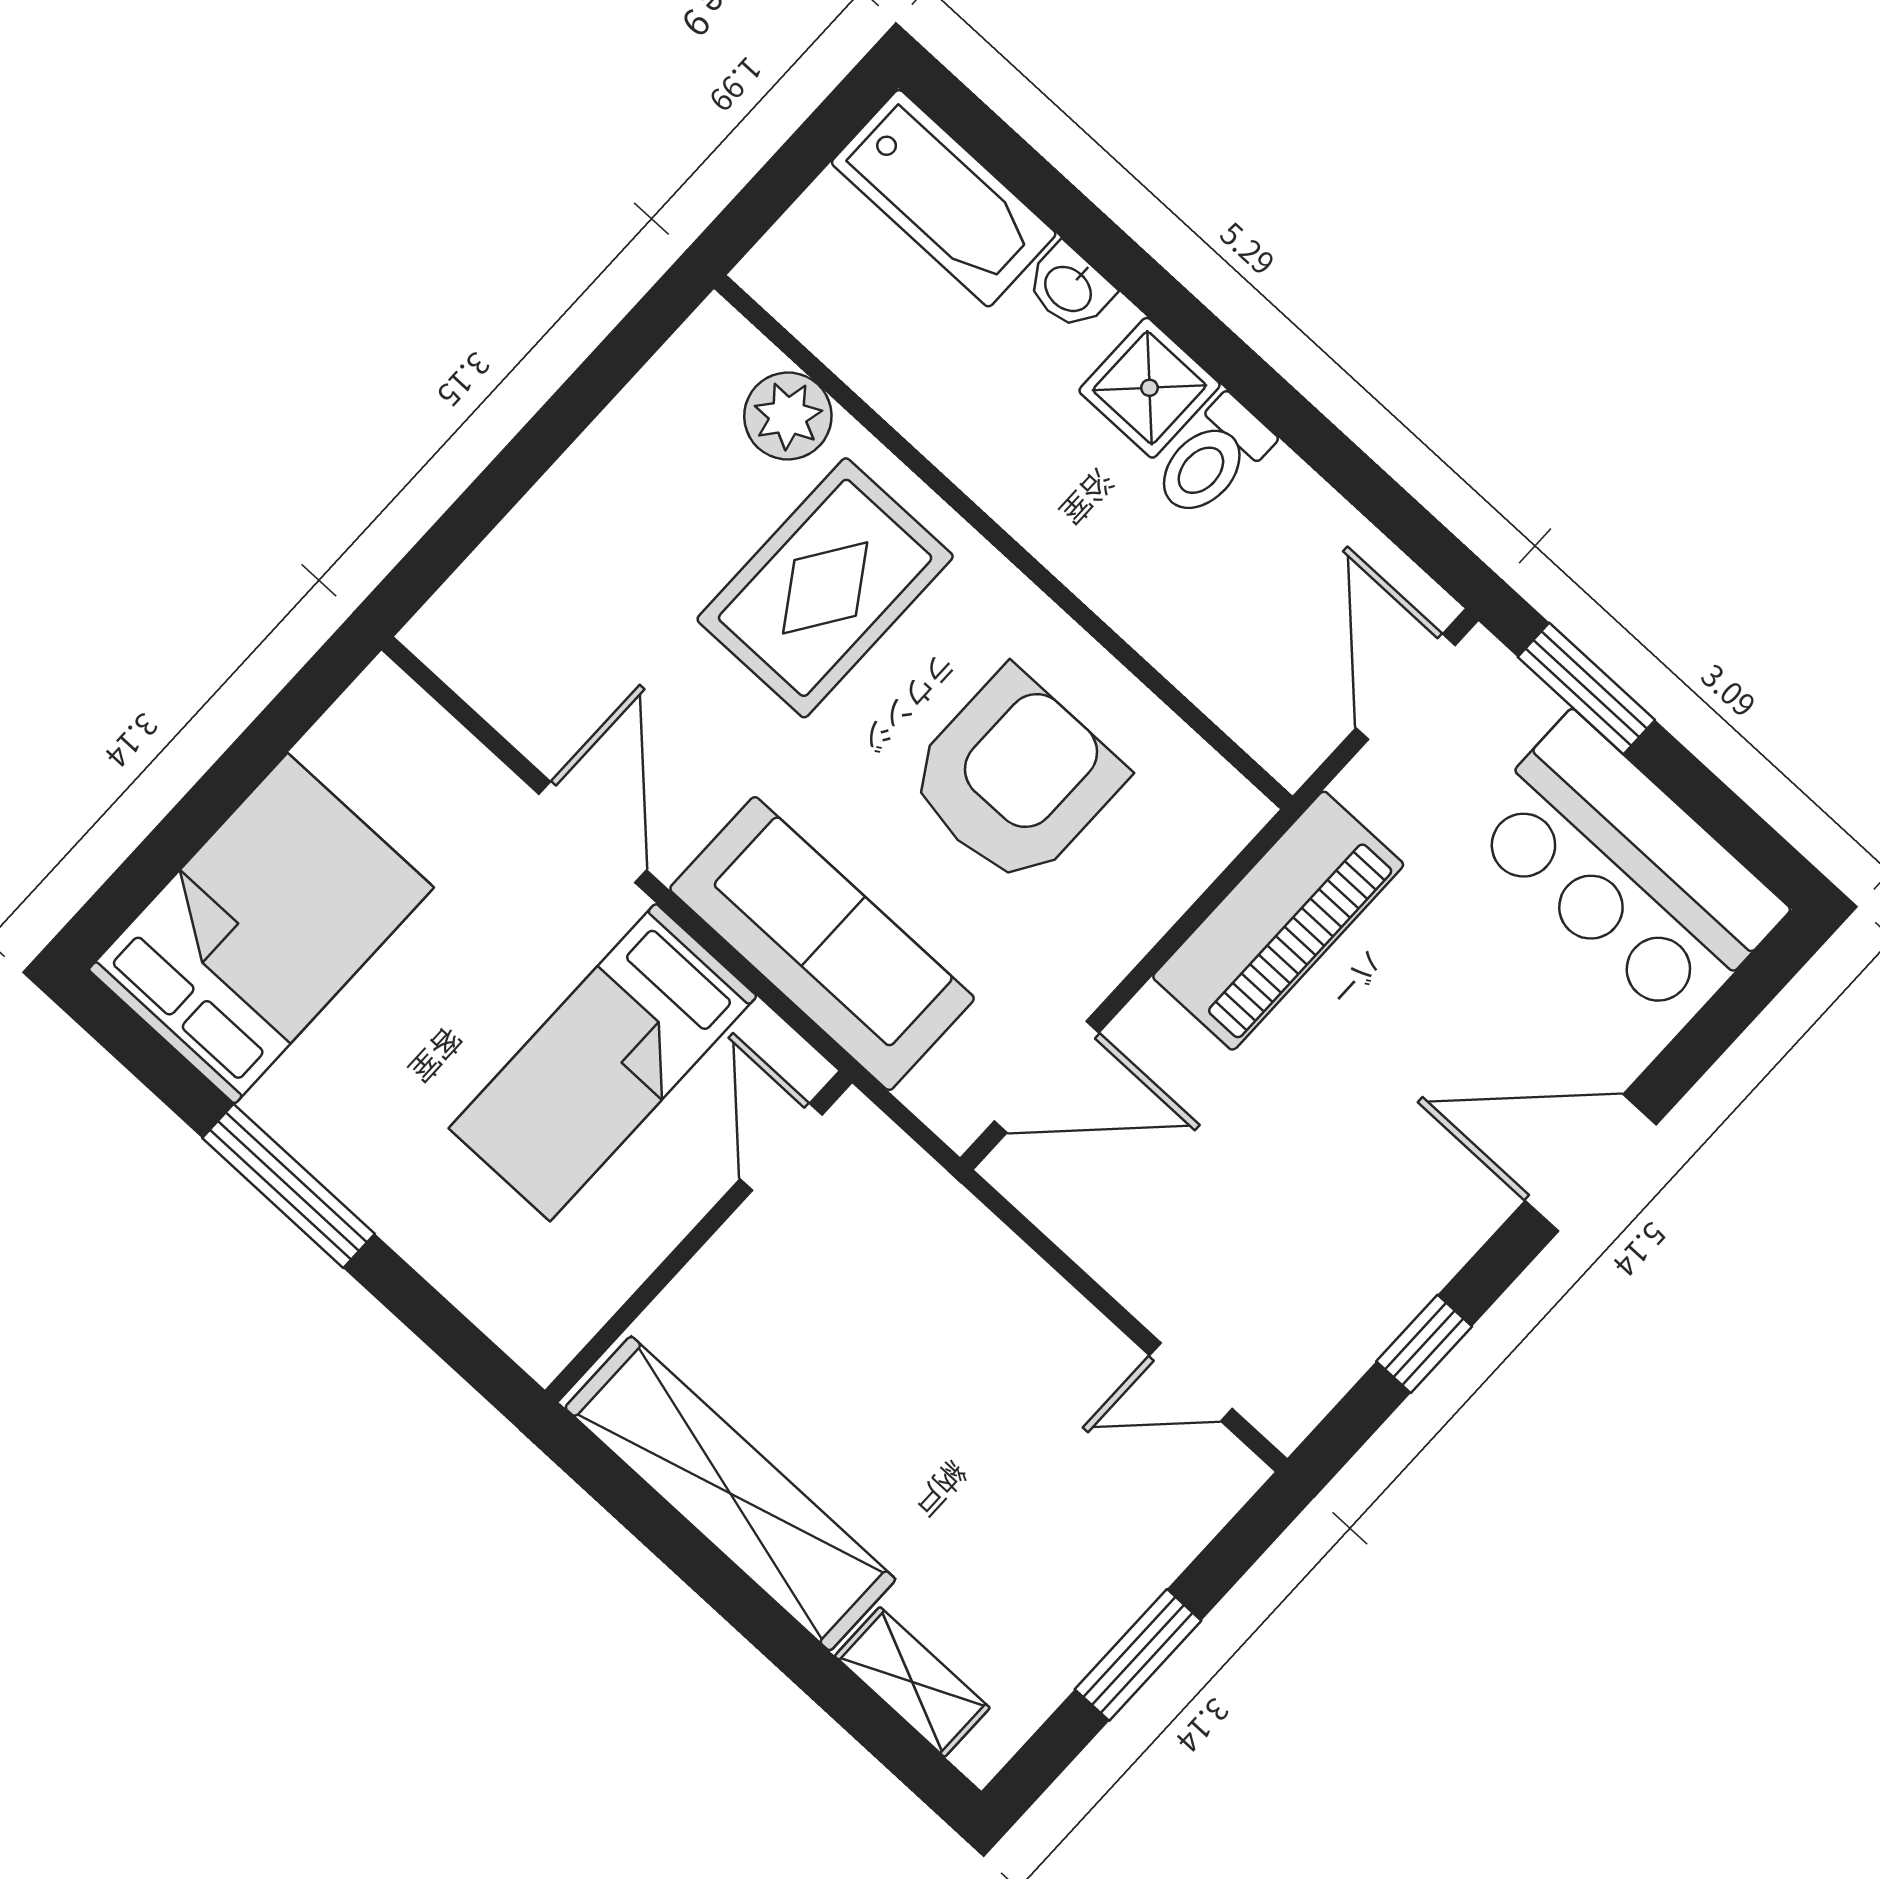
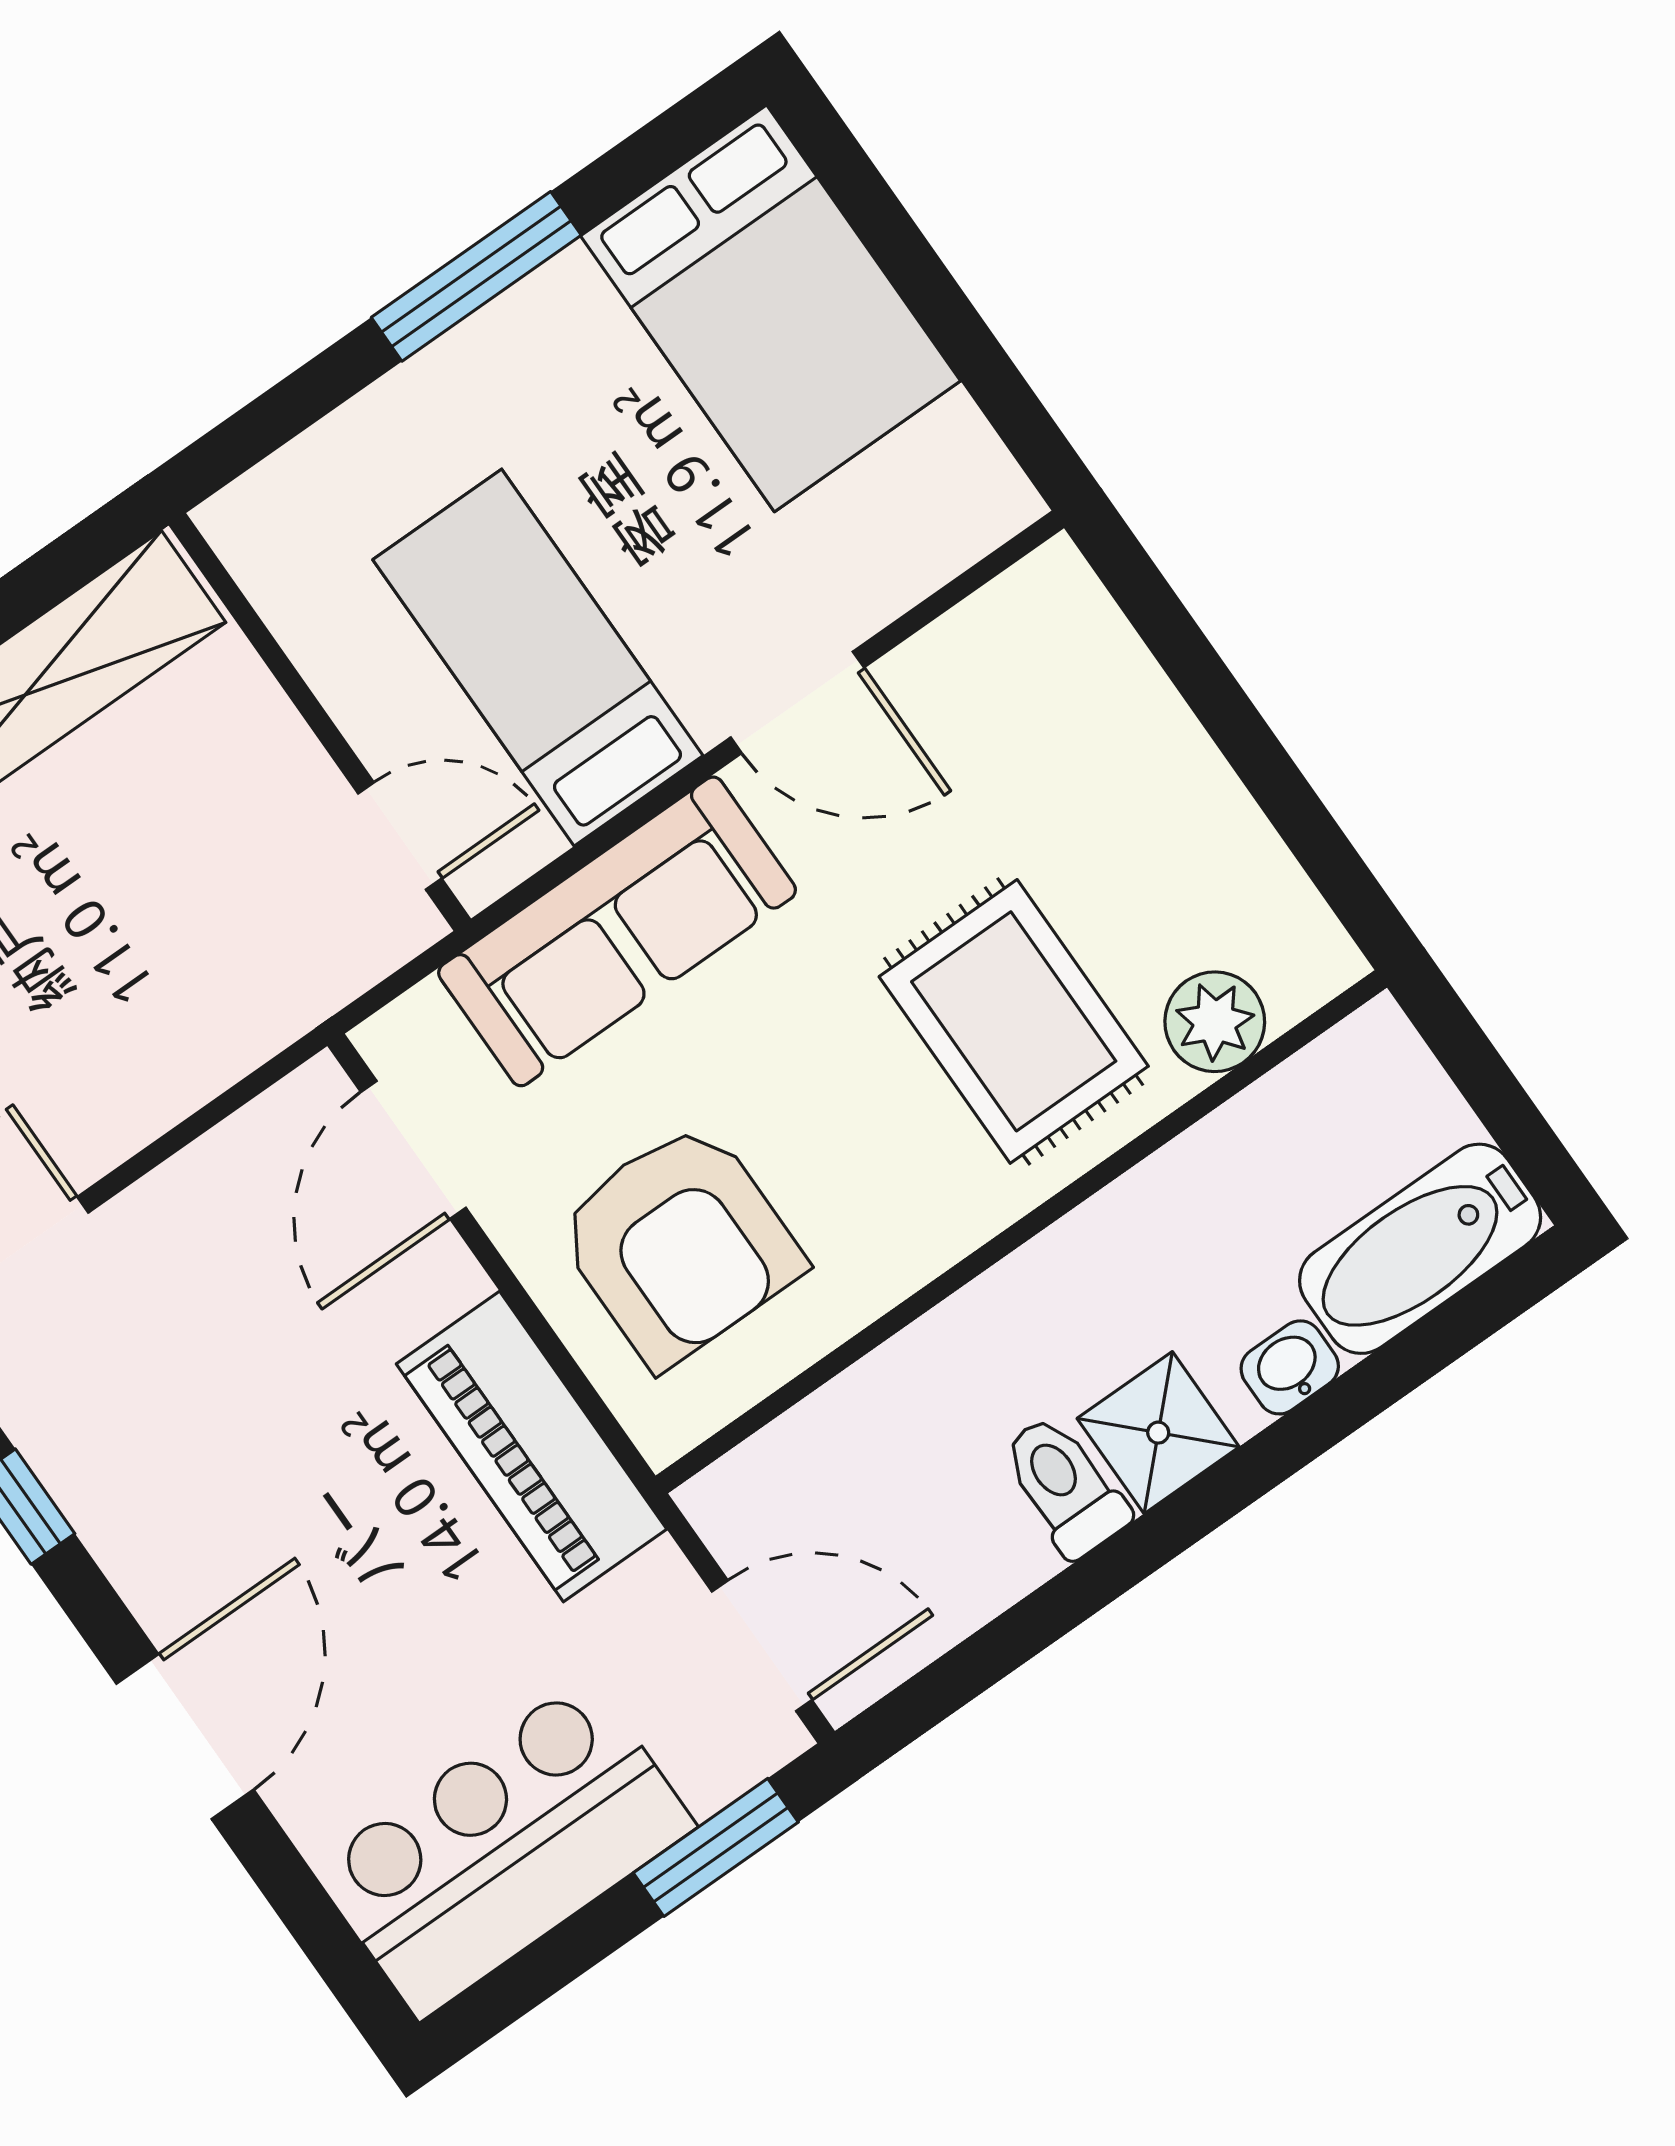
armchair: (1015, 778) -> (679, 1244), moved

